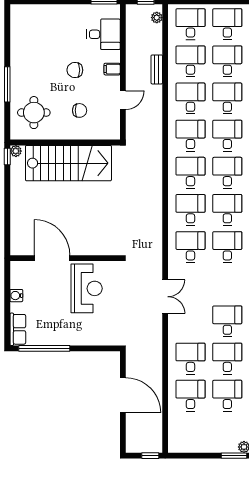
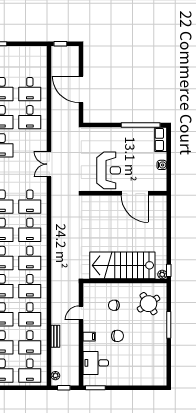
round table: (34, 113) -> (149, 304), turned -33
reception desk: (87, 288) -> (109, 170), turned 180

